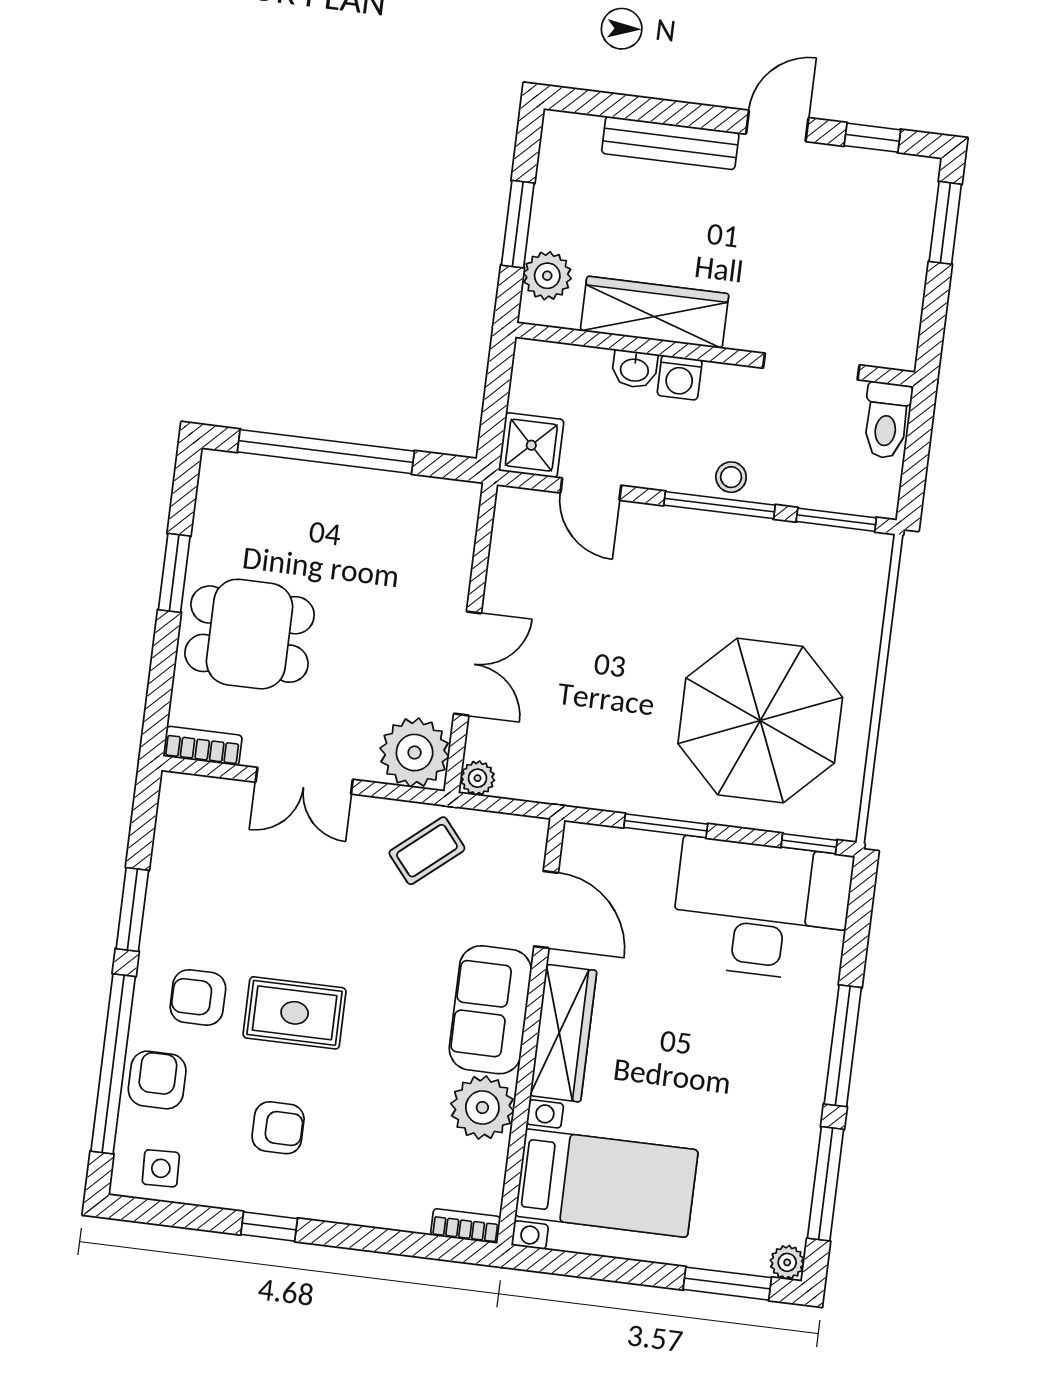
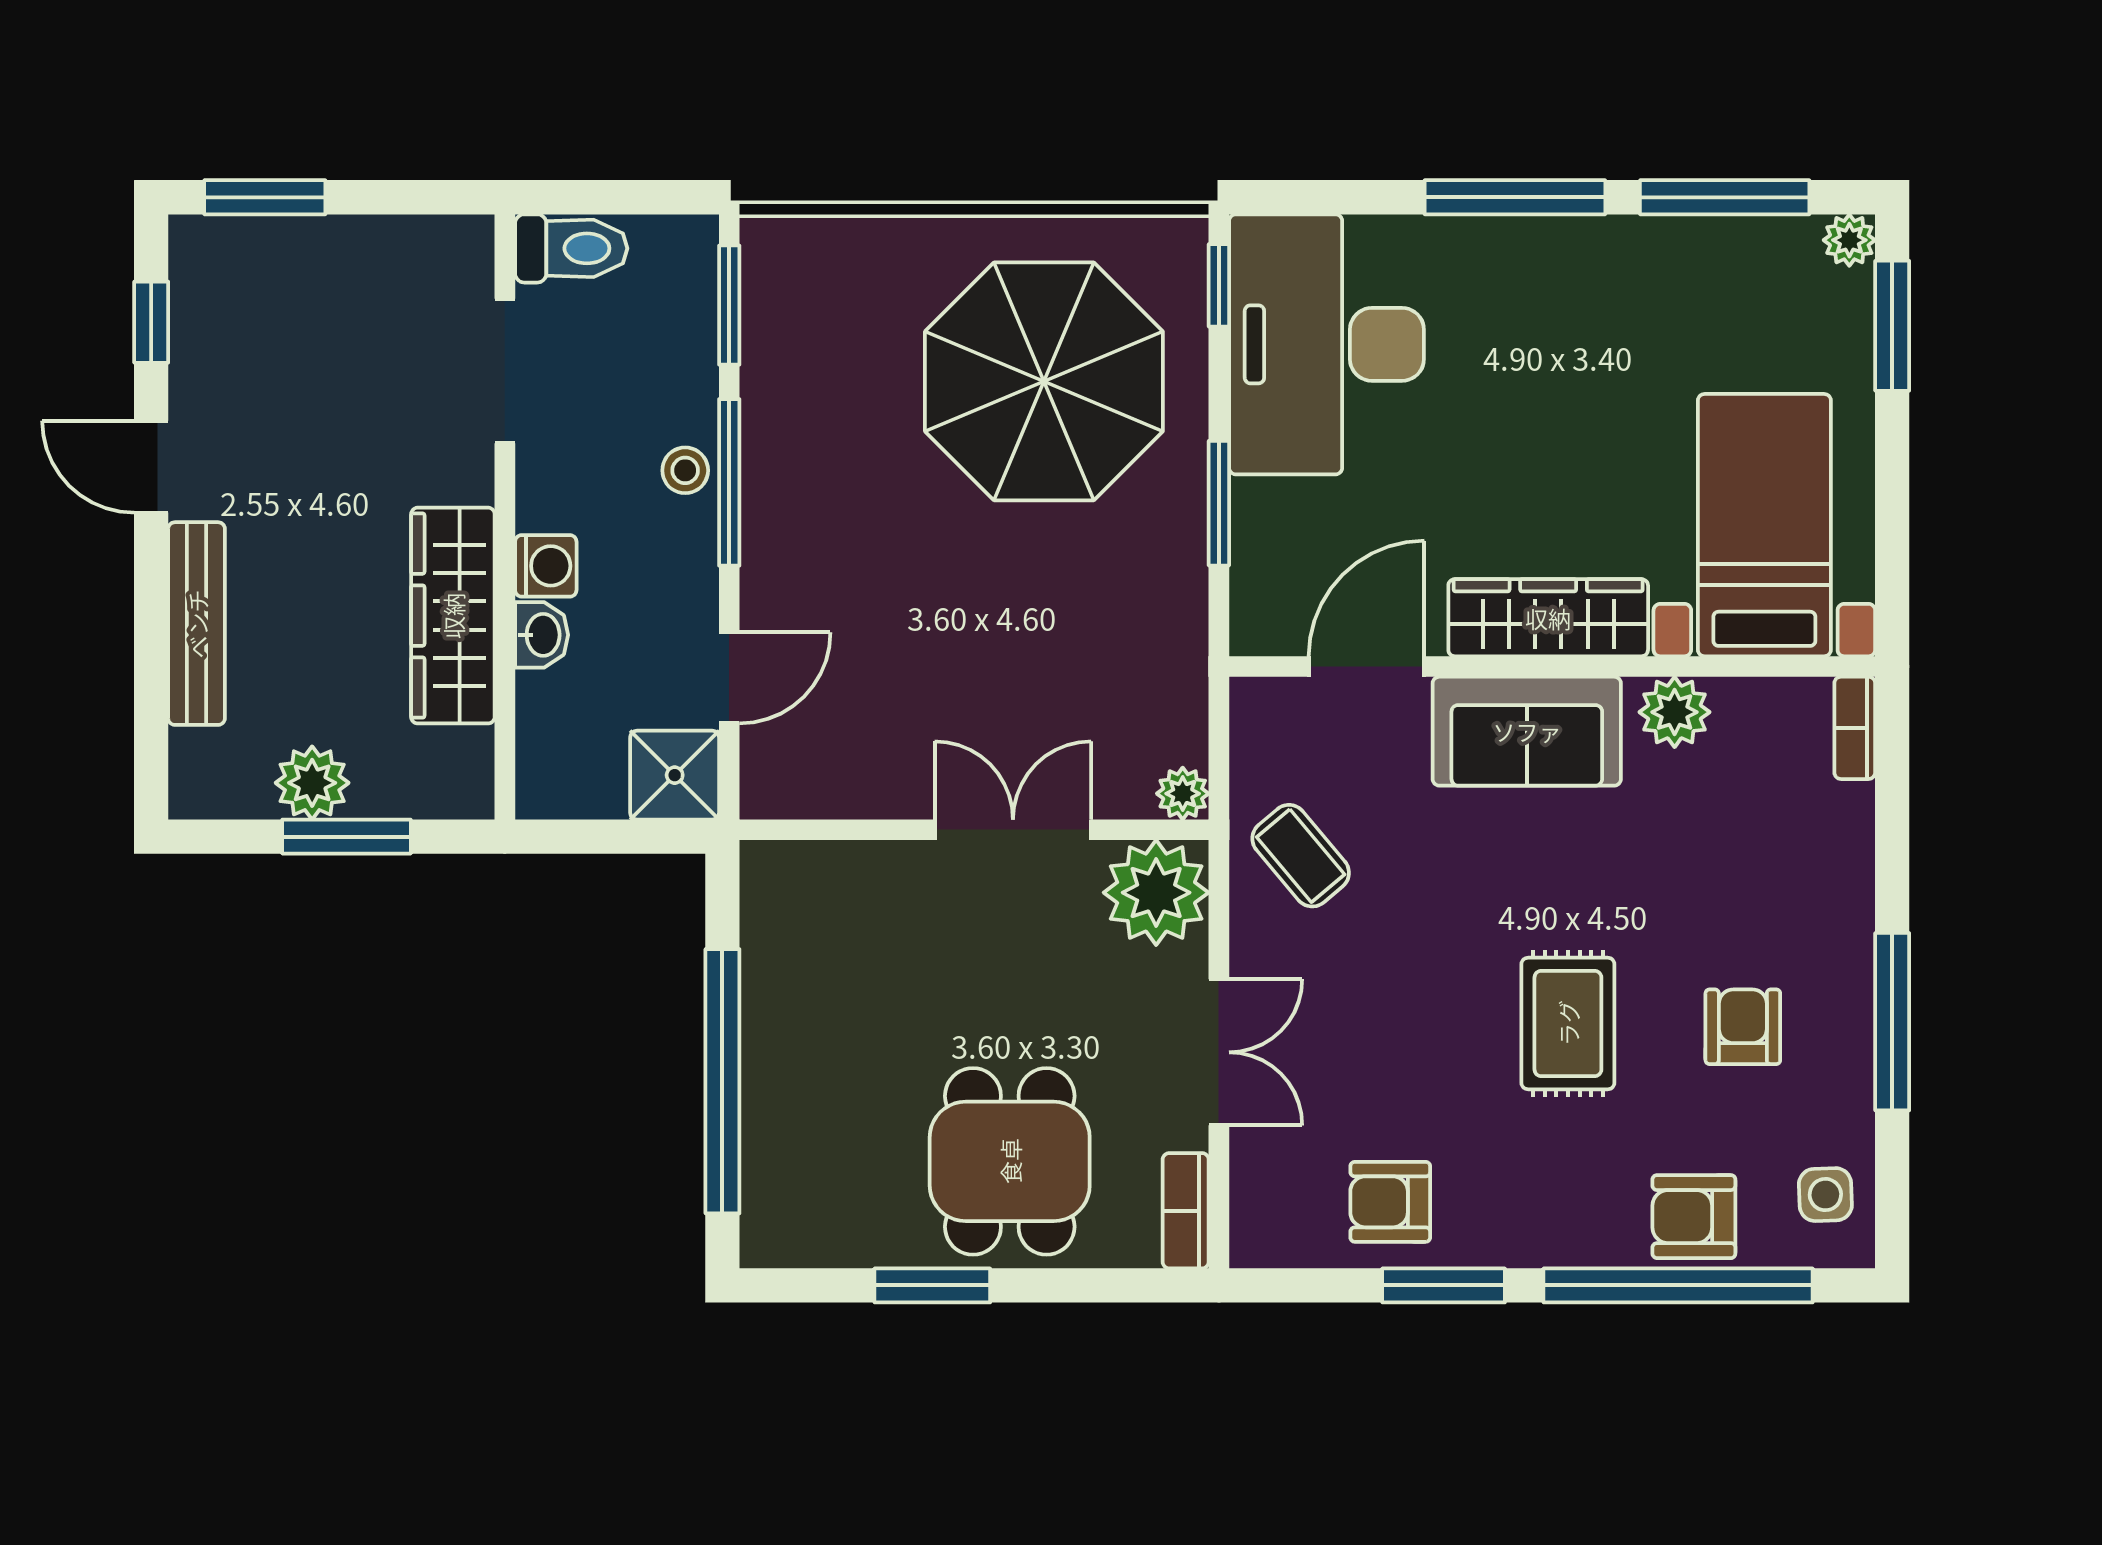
plant: (547, 276) -> (312, 783), moved
armchair: (198, 997) -> (1390, 1202), moved, turned 90
plant: (482, 1108) -> (1675, 712), width x0.73, depth x0.73
window: (269, 1226) -> (1892, 1022), width x2.17

